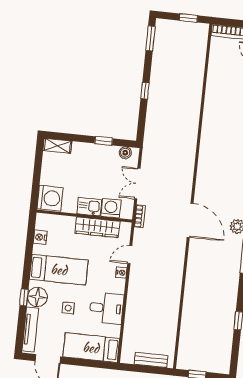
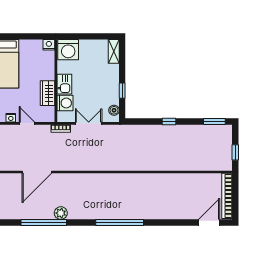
door: (190, 220) -> (37, 172), moved
wardrobe: (97, 227) -> (47, 93), width x0.67
nightstand: (40, 237) -> (49, 45), moved

